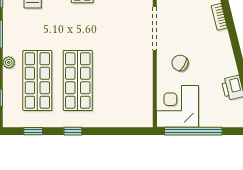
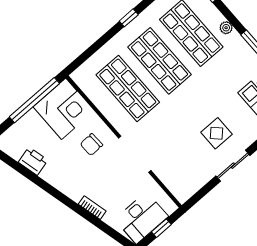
chair: (180, 63) -> (91, 145), turned 149
shop shelf: (118, 80) -> (128, 89), added

